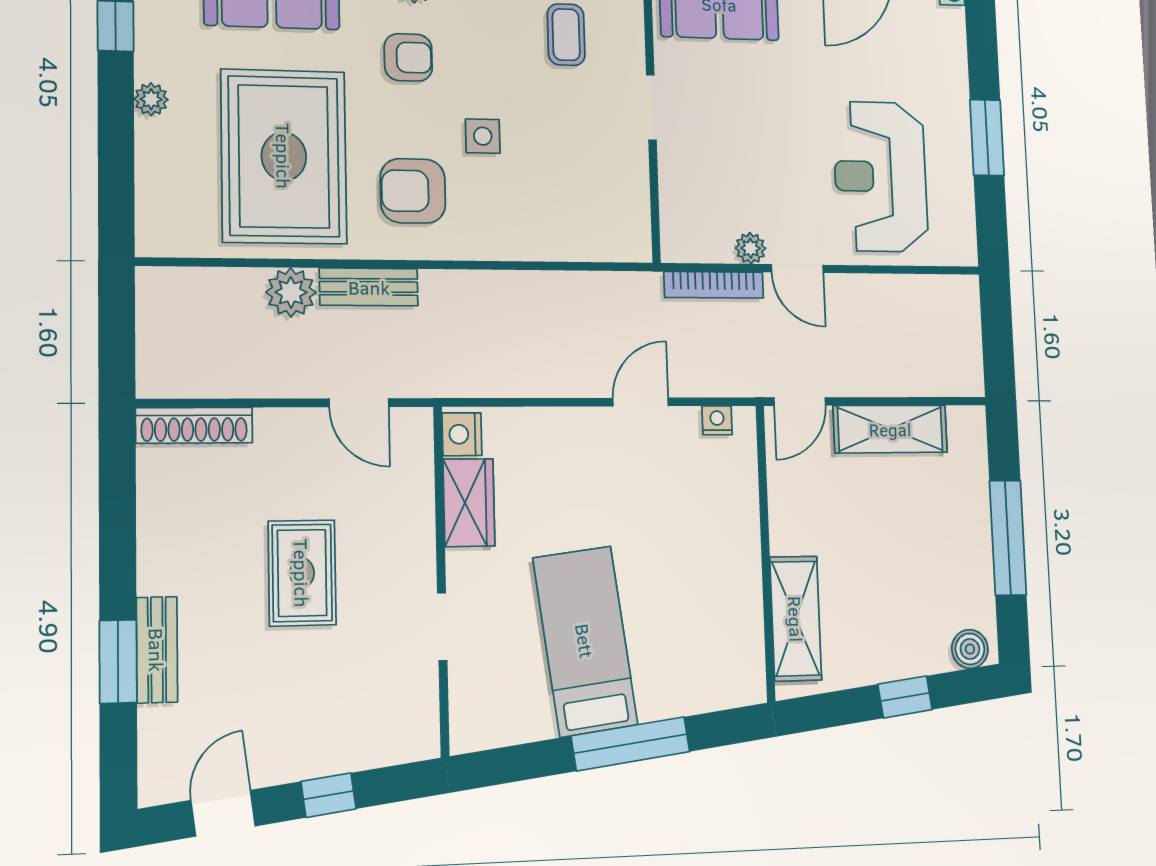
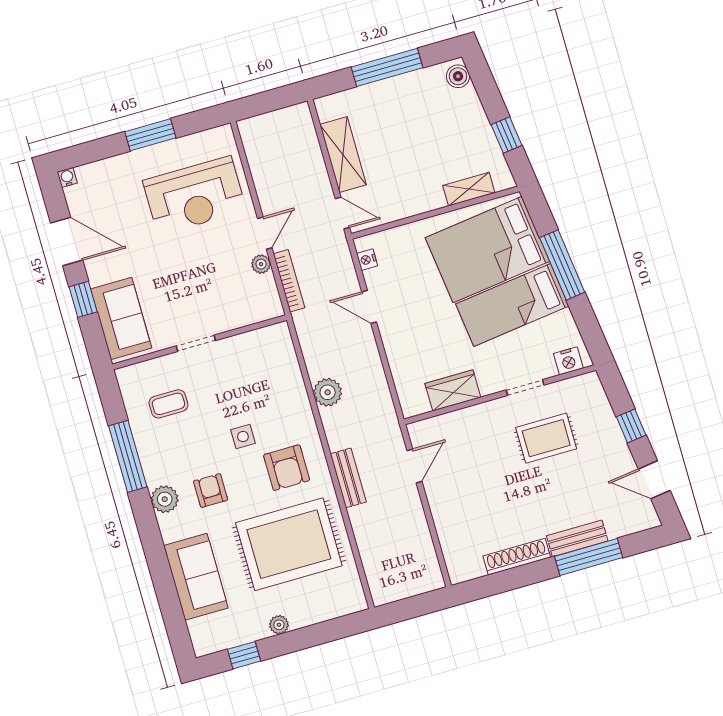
plant: (291, 292) -> (328, 392), moved
shoe rack: (194, 425) -> (517, 557), moved, turned -90
nightstand: (462, 434) -> (568, 361), moved
rug: (302, 573) -> (546, 438), moved
shelving: (796, 619) -> (469, 189), width x0.67, depth x0.75
bed: (686, 624) -> (487, 250), added
window: (118, 661) -> (589, 557), width x1.44
window: (905, 697) -> (507, 135), moved

